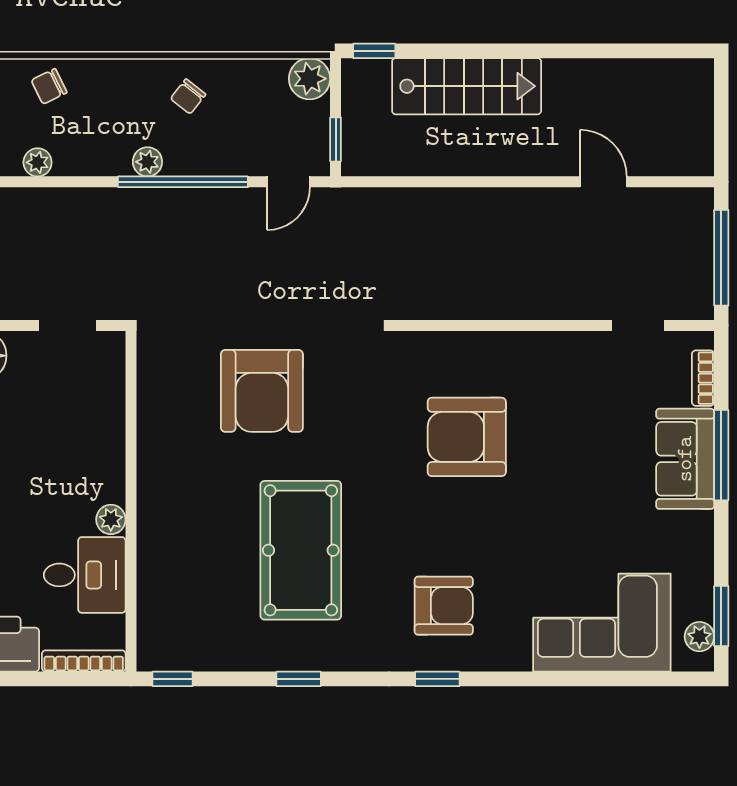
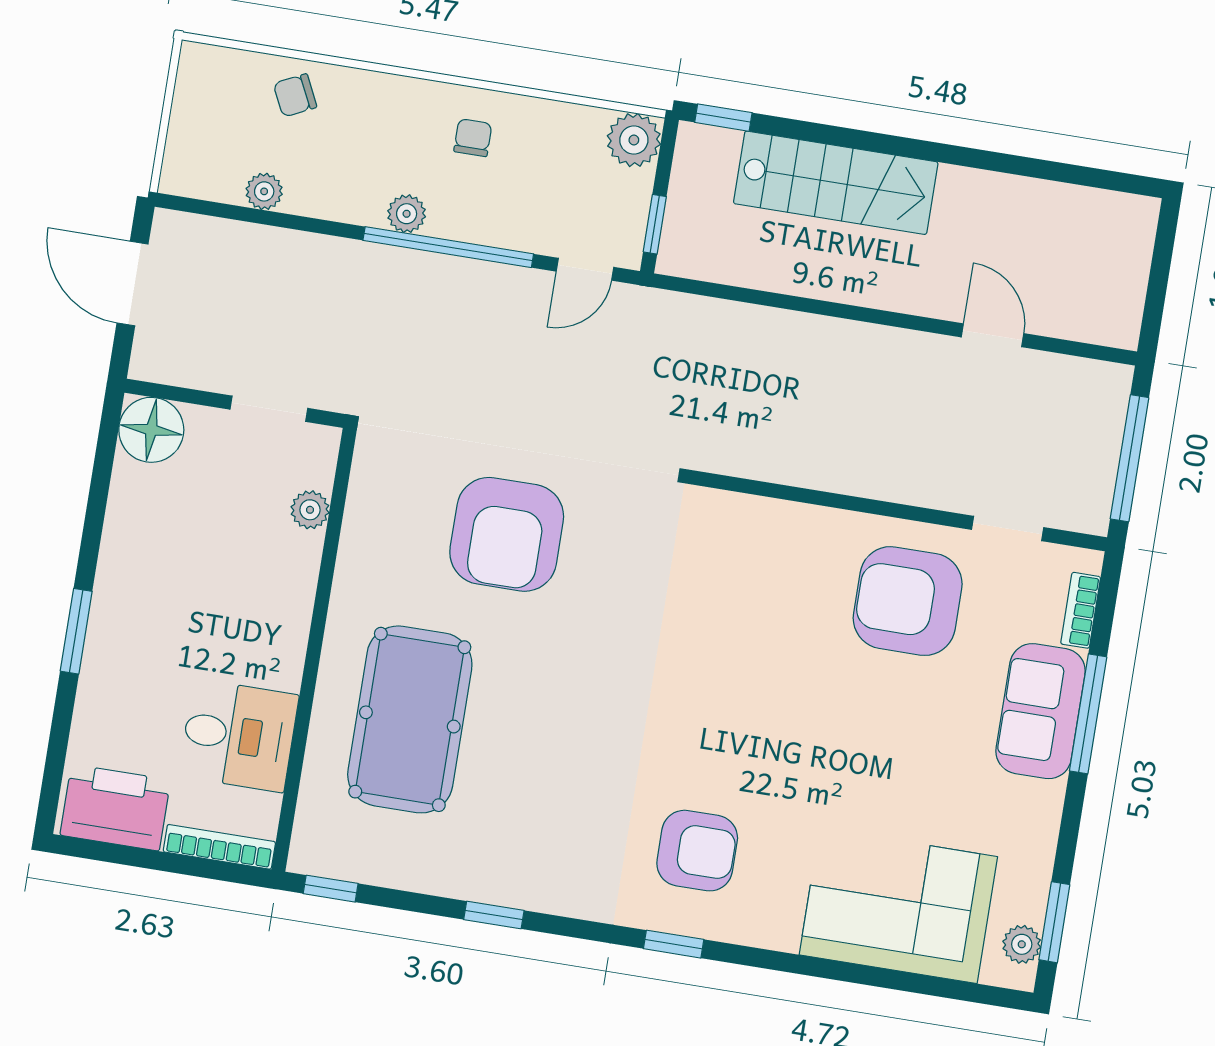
chair: (188, 96) -> (473, 138), turned 142
armchair: (467, 437) -> (908, 601), moved
plant: (111, 519) -> (310, 510), moved
pool table: (301, 550) -> (410, 719), moved

